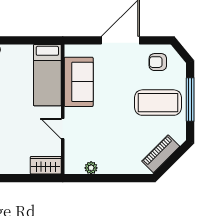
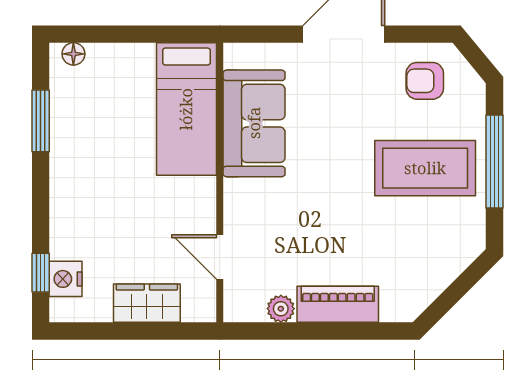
door: (63, 129) -> (220, 257), moved
piano: (161, 154) -> (338, 304), moved, turned 45
wardrobe: (46, 165) -> (147, 303), moved

